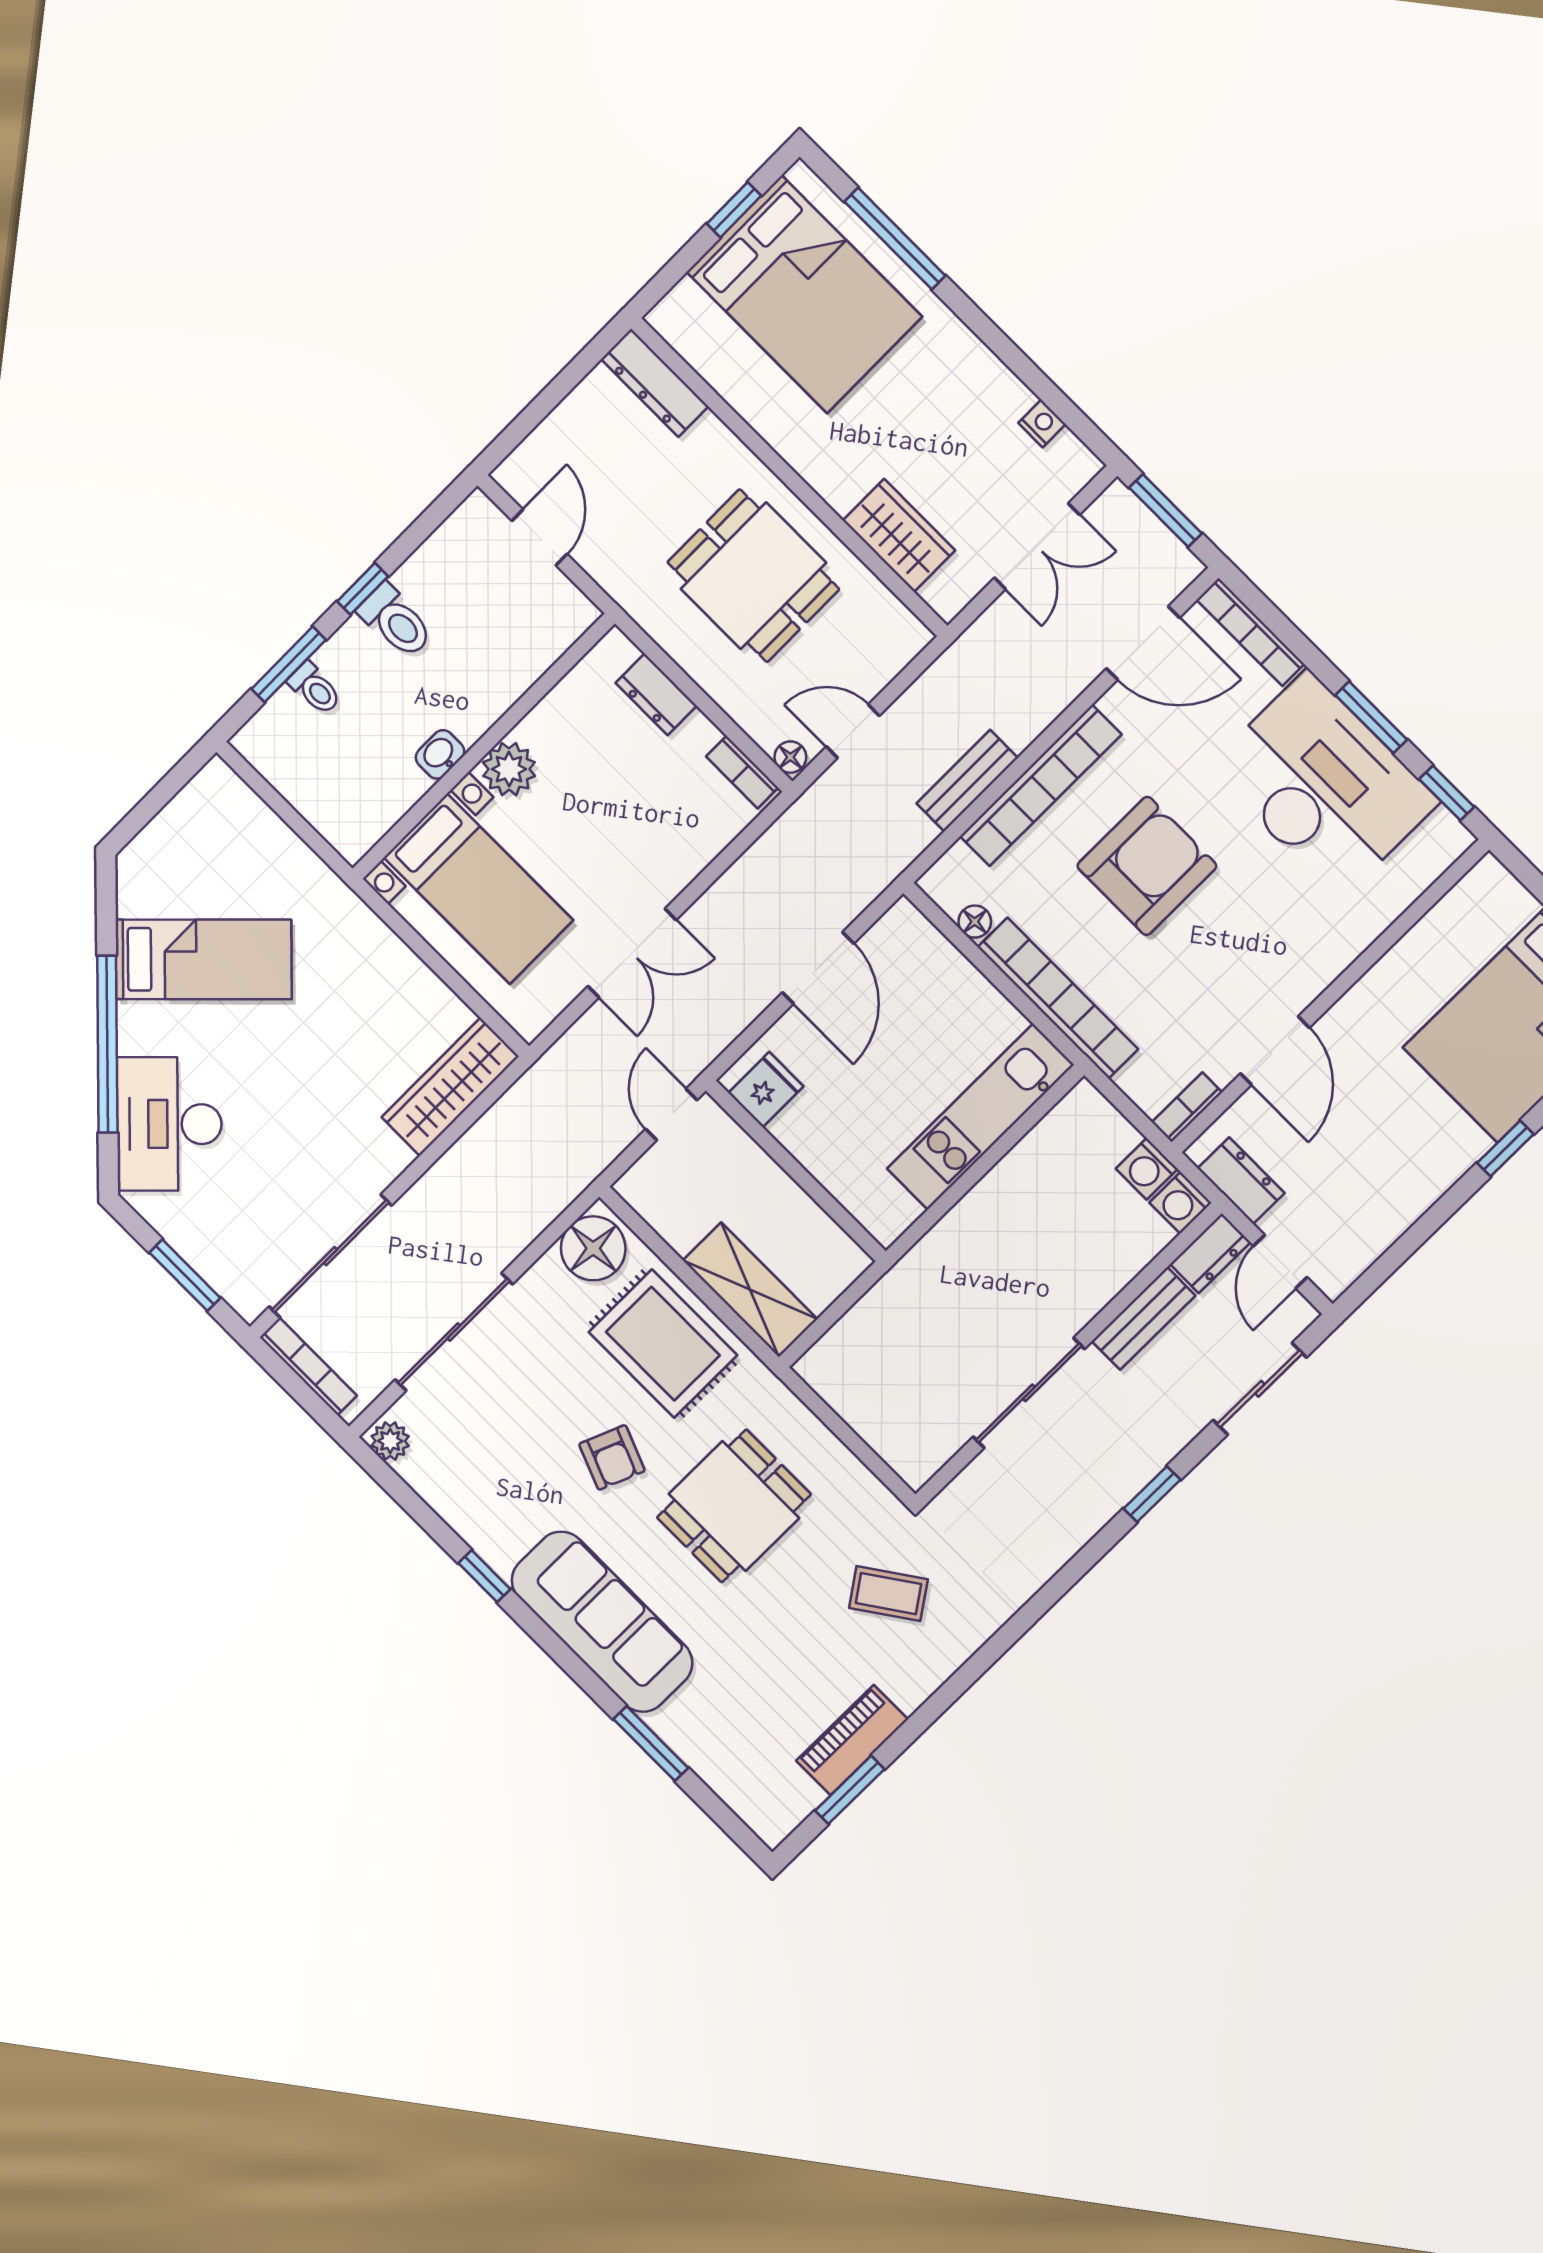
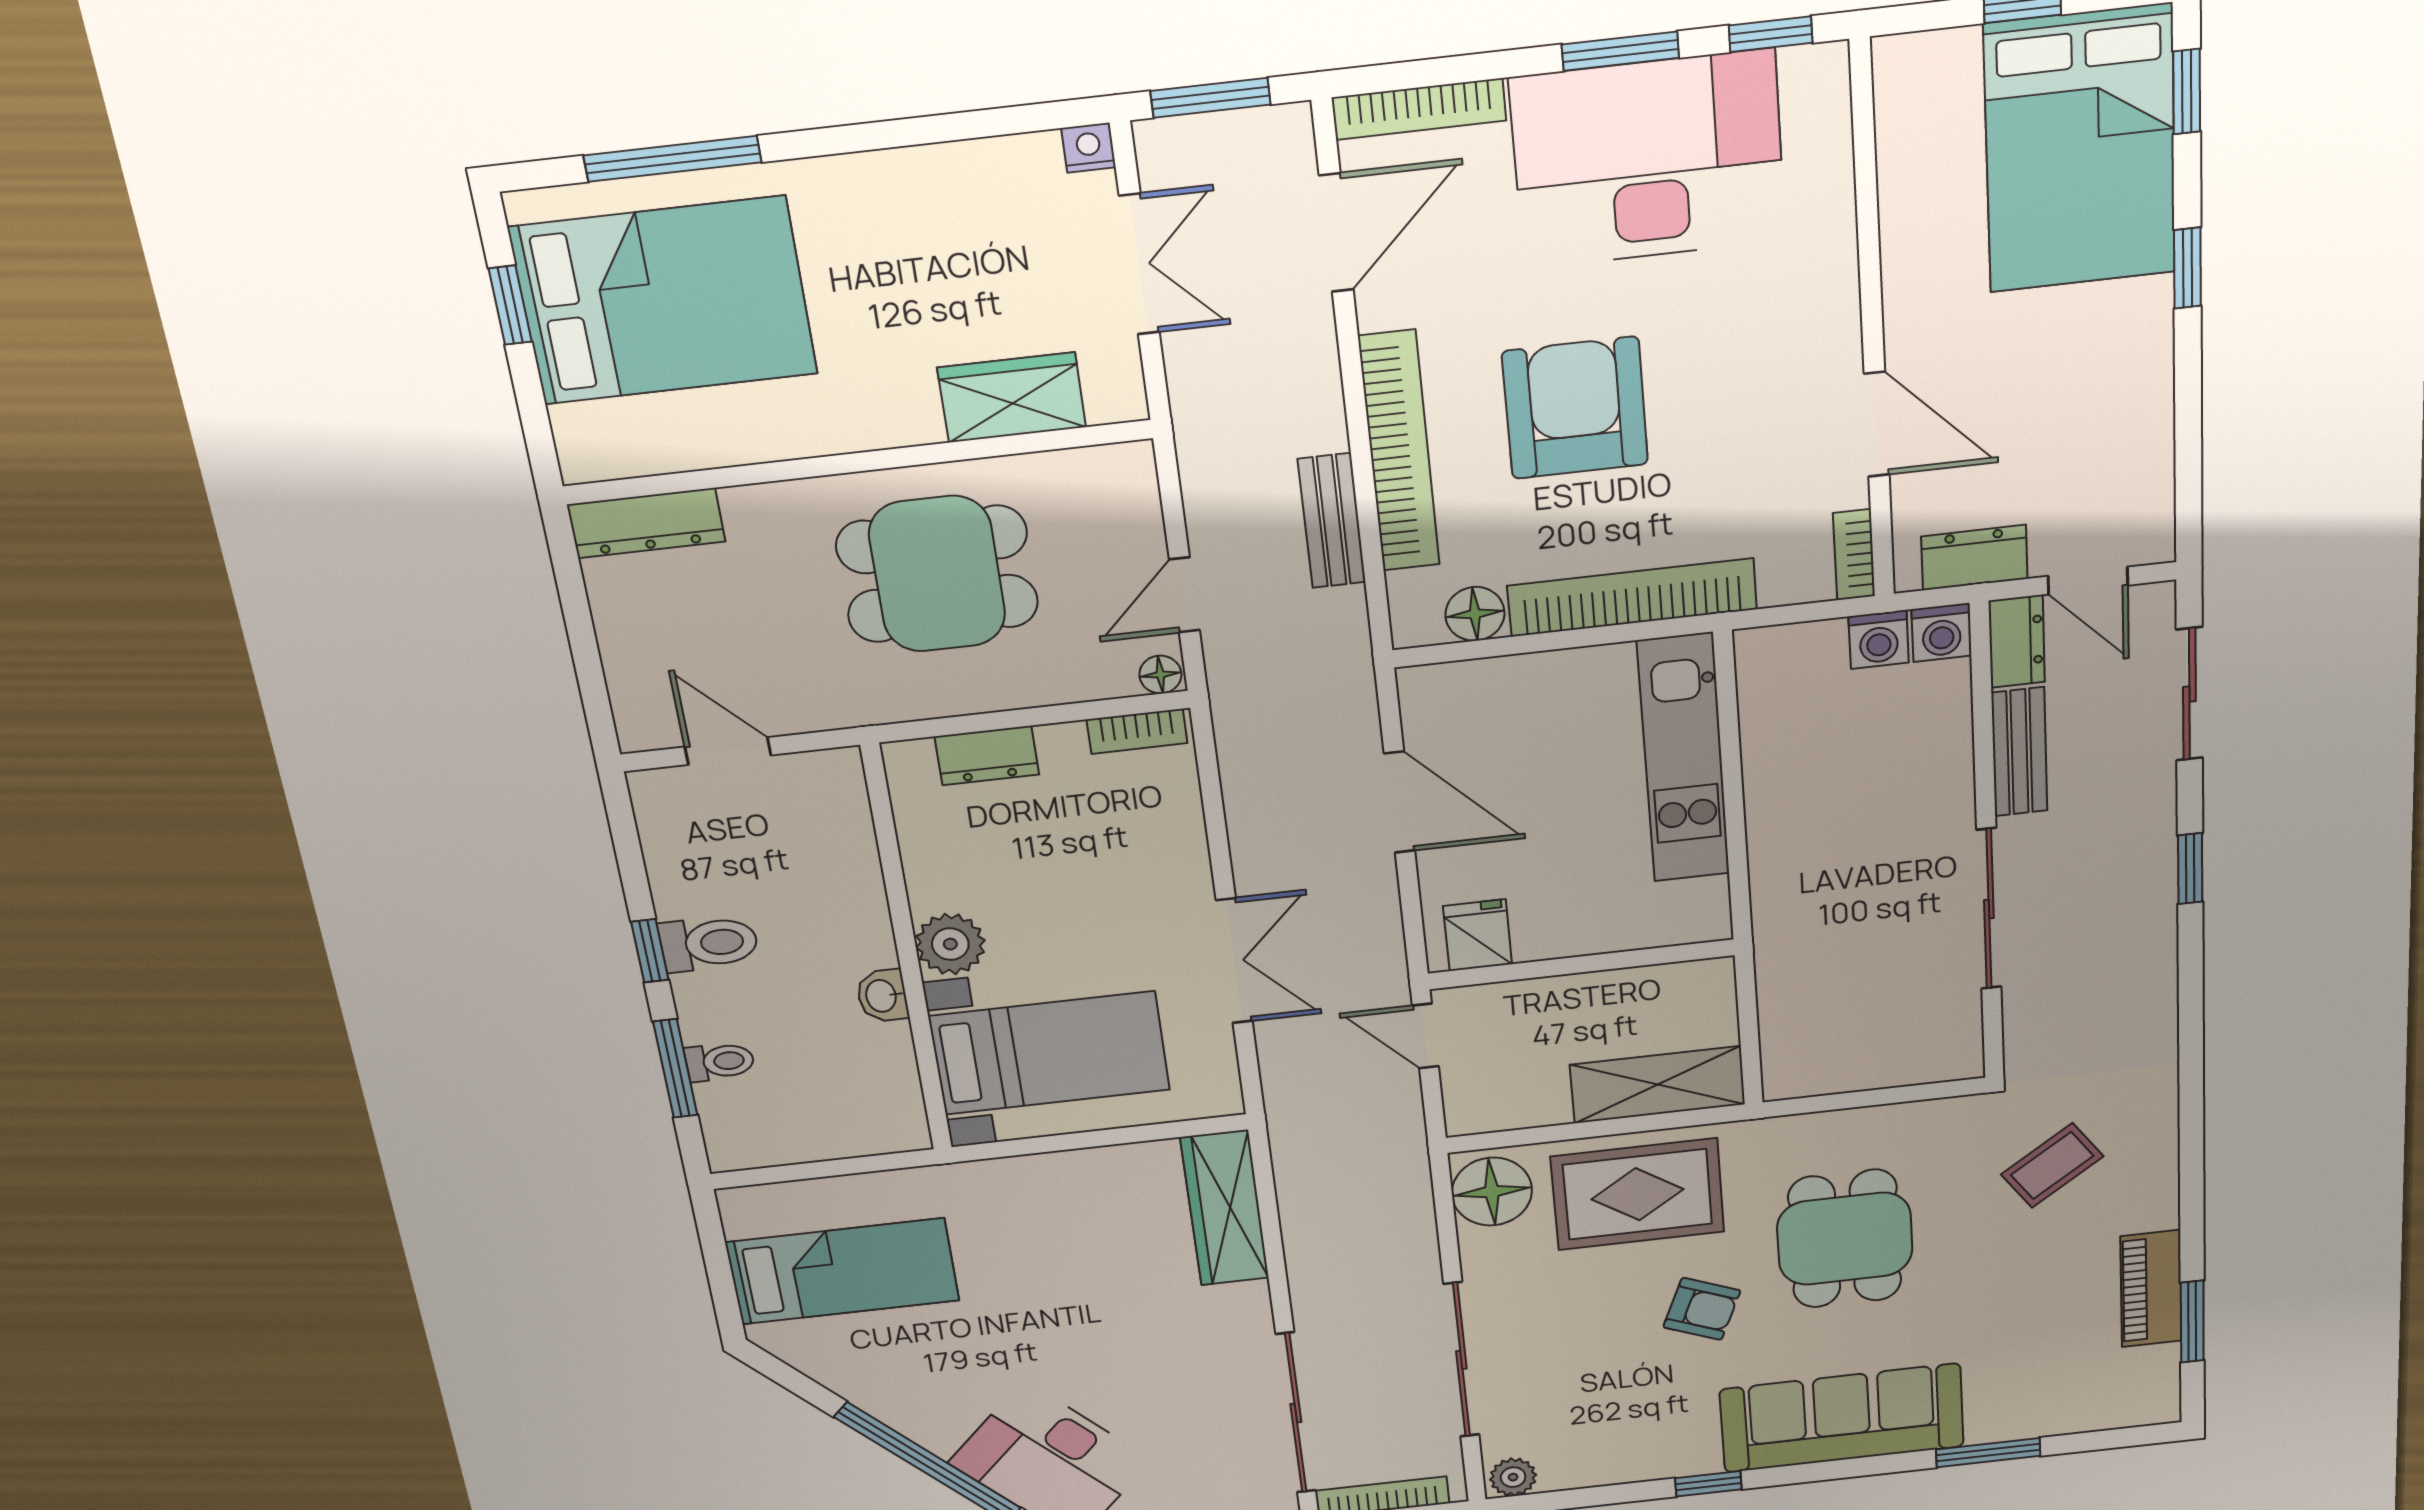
nightstand: (1042, 424) -> (1089, 148), moved
floor lamp: (975, 922) -> (1475, 614), width x1.37, depth x1.37
bed: (204, 959) -> (843, 1271), moved, turned 45

